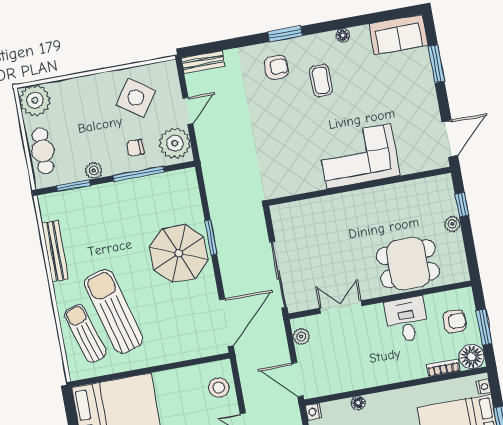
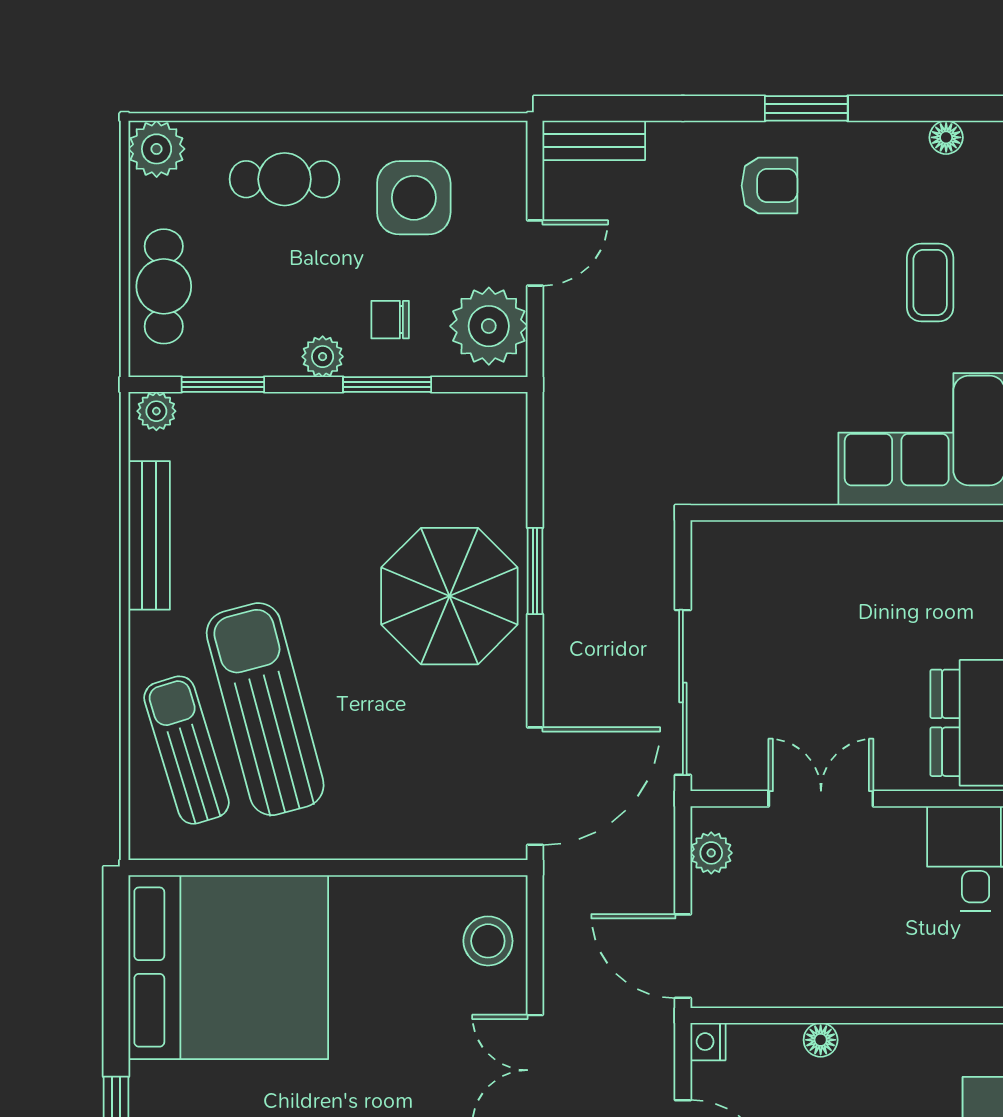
coffee table: (321, 80) -> (930, 283), moved
side table: (136, 98) -> (414, 198), turned -35
plant: (35, 100) -> (157, 149), width x0.73, depth x0.73
cafe table: (83, 100) -> (285, 179), added
plant: (94, 171) -> (323, 357), moved
window: (139, 174) -> (387, 384), width x0.69
plant: (49, 201) -> (156, 411), added

